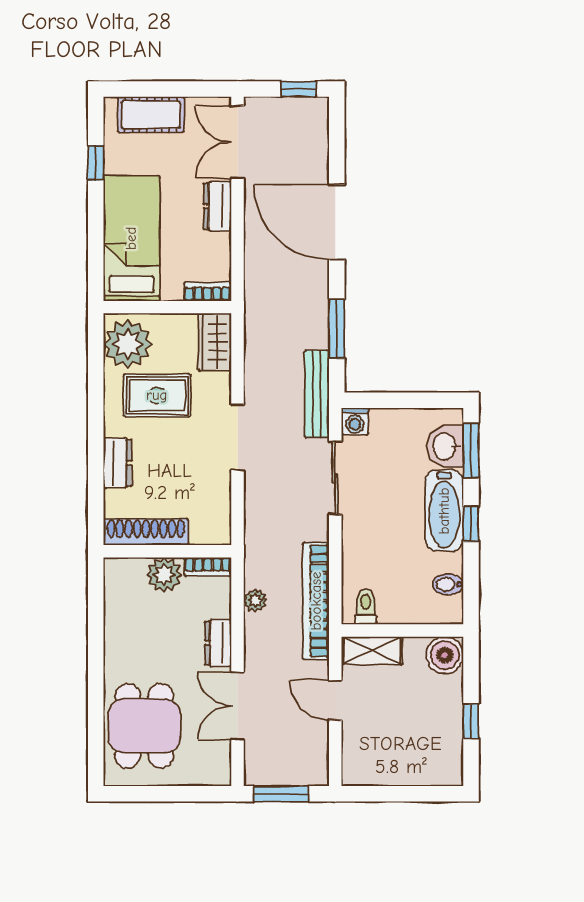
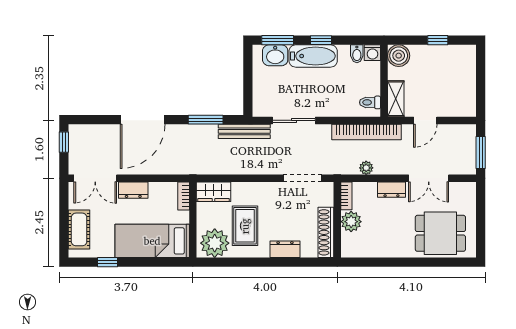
washing machine: (355, 421) -> (372, 53), moved, turned 90
doorway: (238, 437) -> (303, 178), moved

